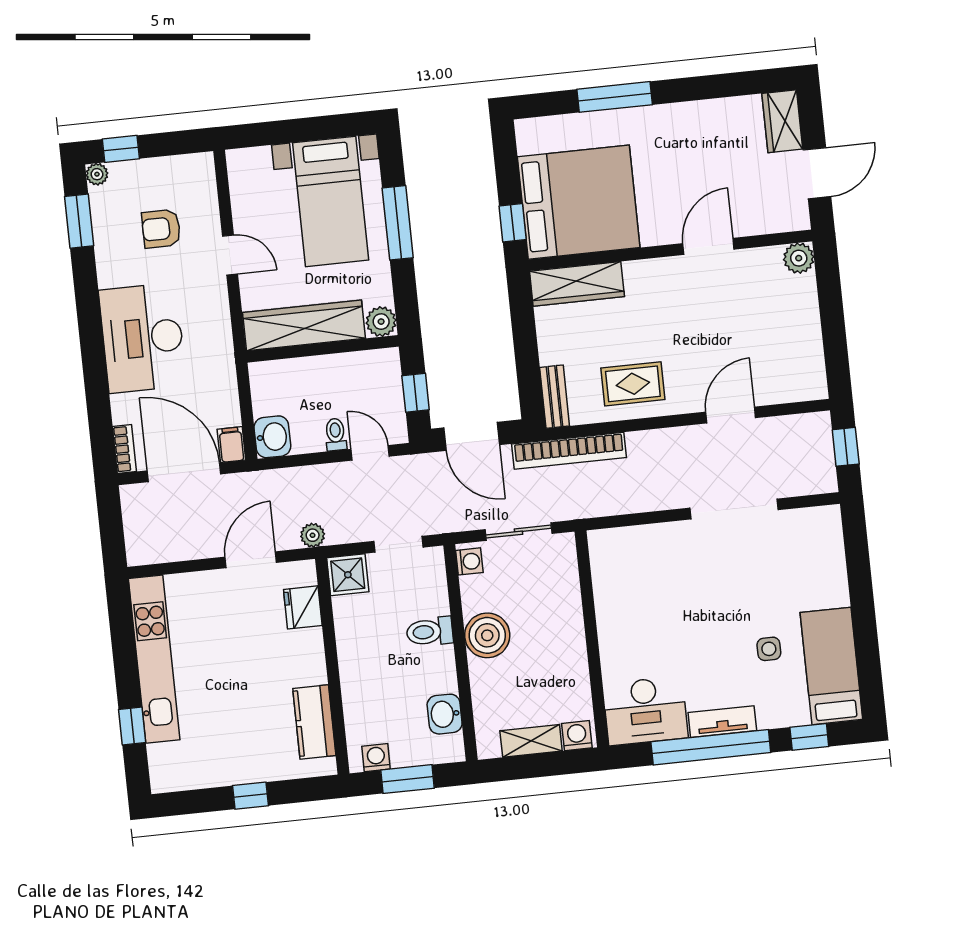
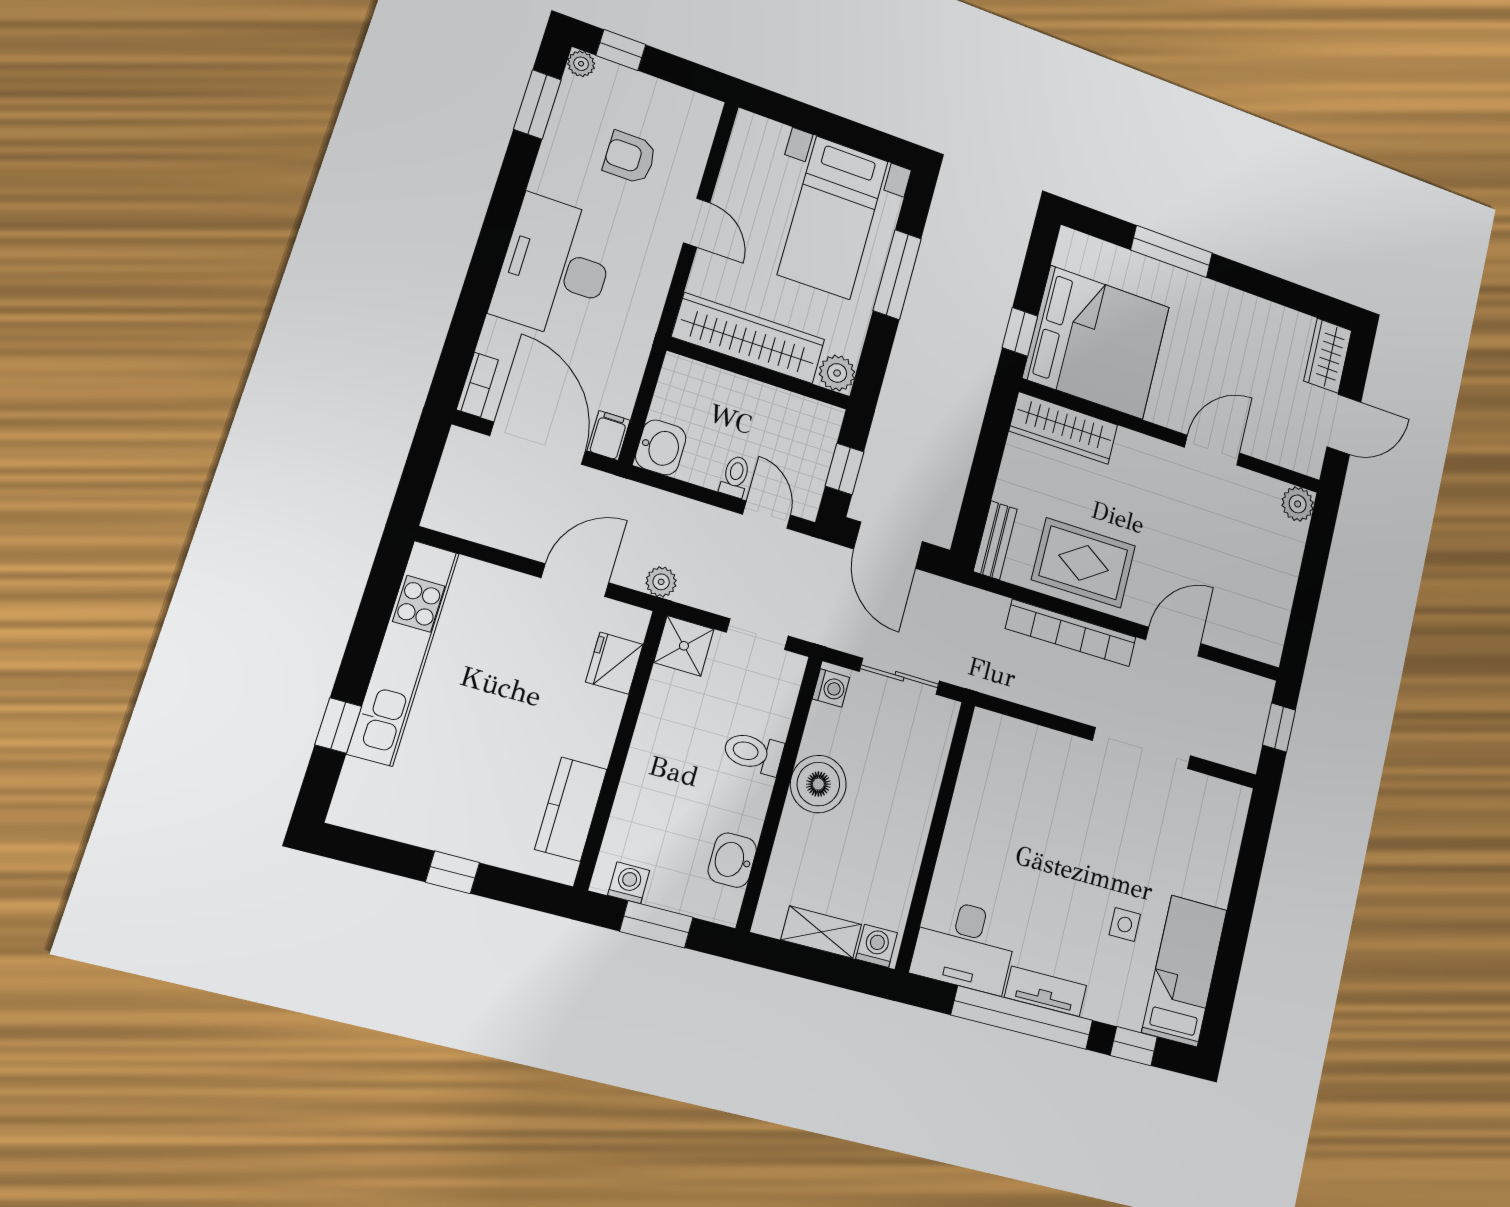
rug: (633, 384) -> (1084, 563), width x1.36, depth x1.43
bookcase: (569, 451) -> (1071, 633), moved

